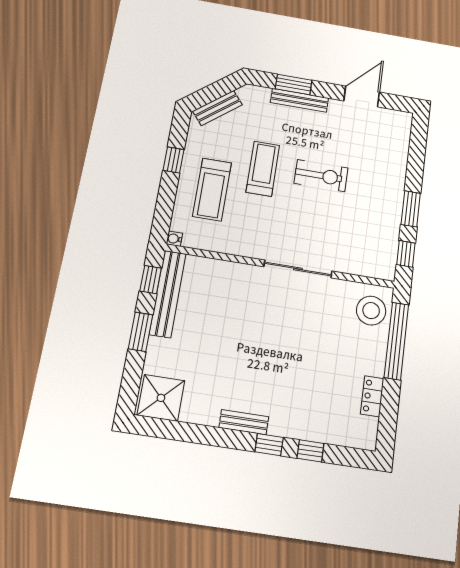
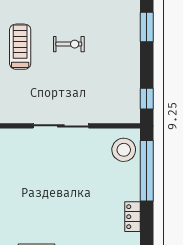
exercise bike: (321, 176) -> (69, 44), width x0.73, depth x0.72
window: (411, 209) -> (147, 27), moved

